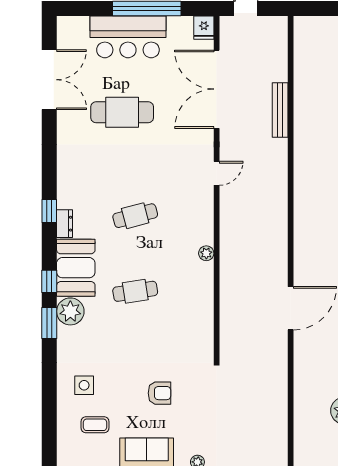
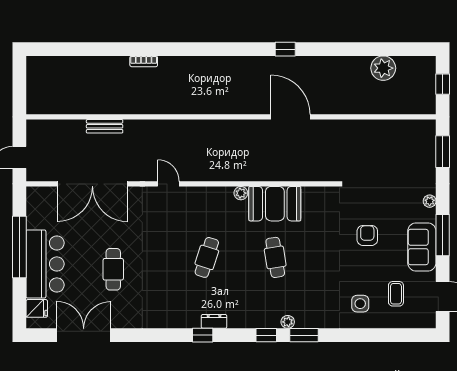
fridge: (204, 28) -> (37, 308), moved
bench: (280, 110) -> (105, 126), width x0.73
cafe table: (122, 112) -> (113, 269), width x0.73, depth x0.74
cafe table: (135, 216) -> (207, 257), turned 33
booth: (76, 268) -> (275, 204), moved
plant: (70, 311) -> (288, 322), width x0.53, depth x0.53

